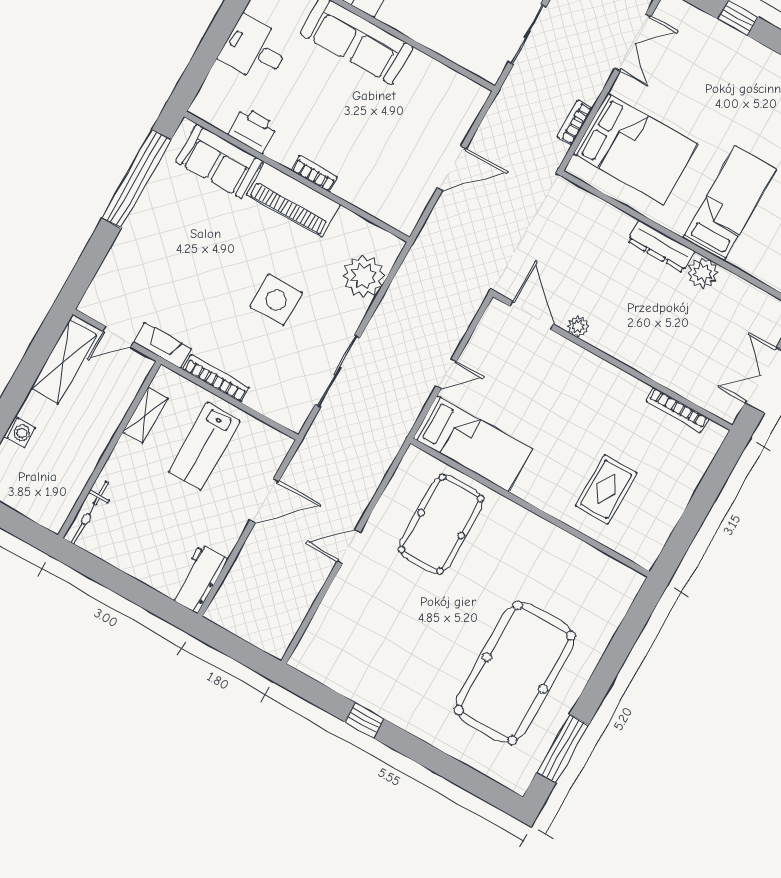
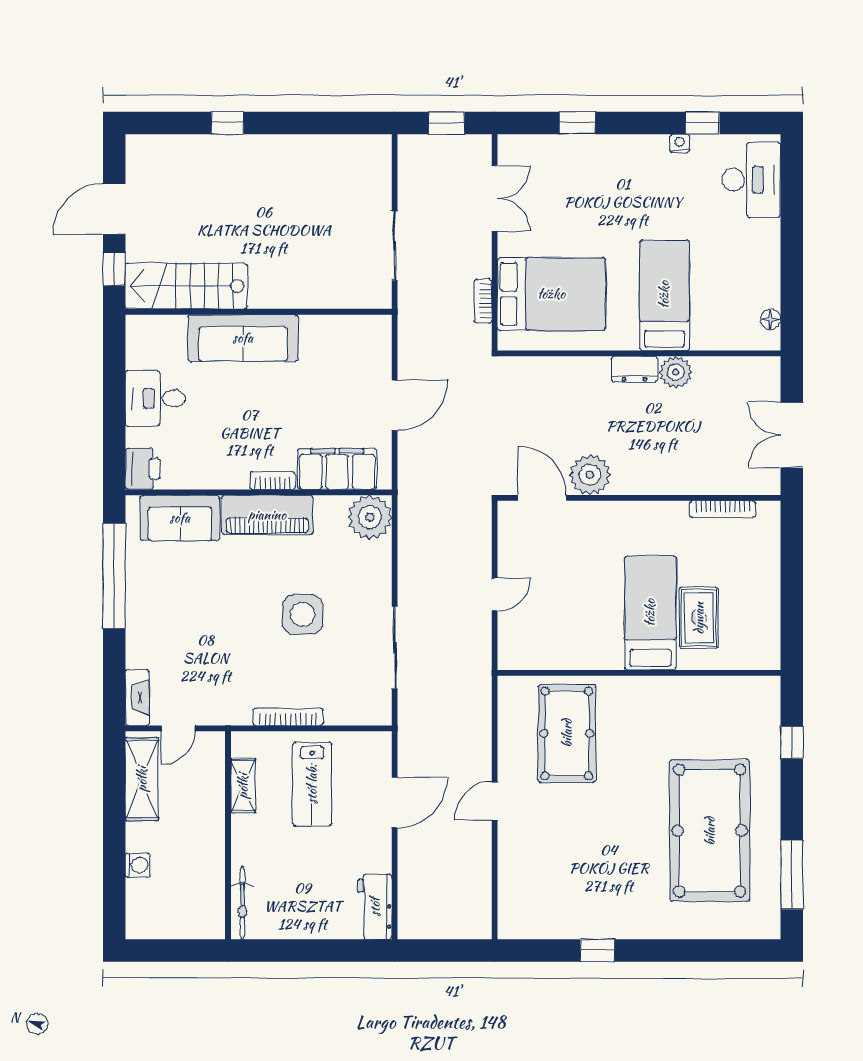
printer: (253, 130) -> (142, 469), moved, turned 90
filing cabinet: (374, 194) -> (337, 469), added
dresser: (661, 246) -> (634, 369), width x0.70
plant: (363, 276) -> (370, 517), moved
plant: (578, 326) -> (590, 475), width x1.87, depth x1.87
fireplace: (163, 345) -> (137, 698), moved, turned 90
bed: (473, 444) -> (650, 613), moved, turned -90
window: (625, 638) -> (792, 742), added

